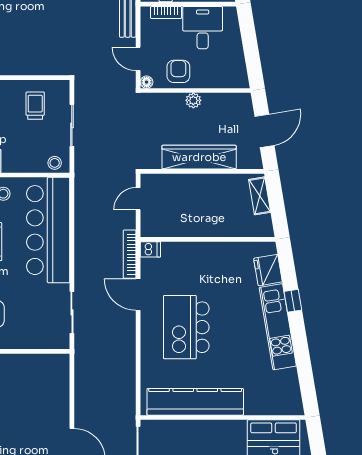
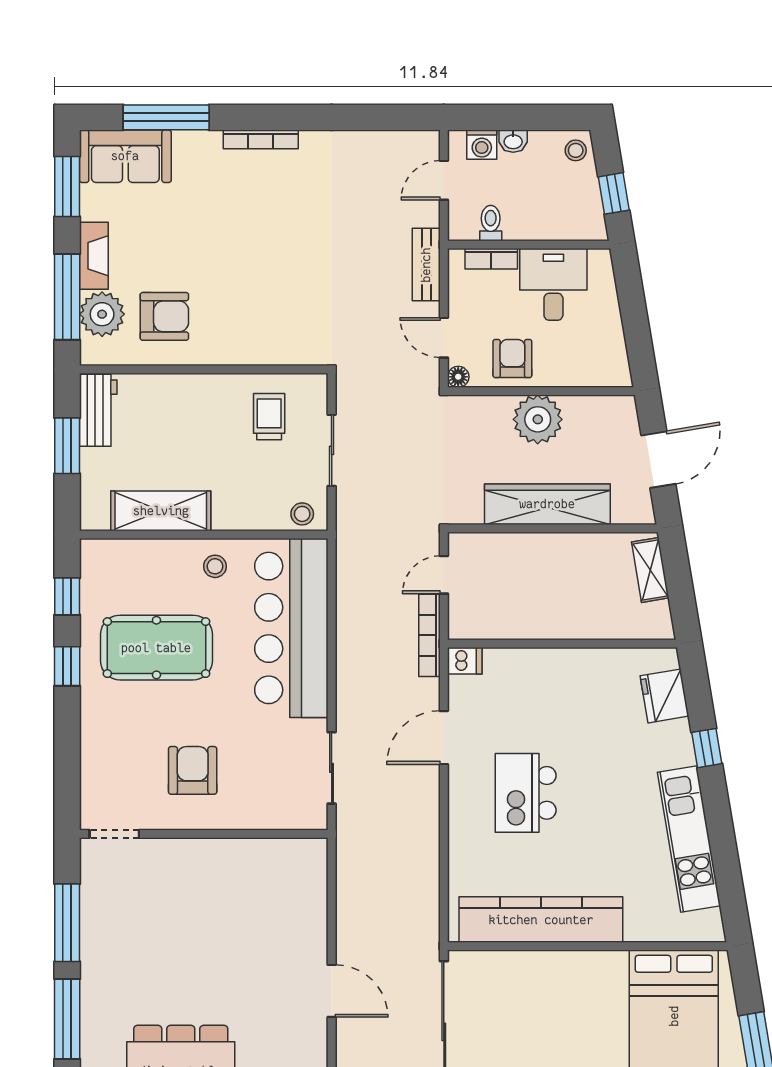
plant: (193, 100) -> (538, 419), width x1.88, depth x1.88
bookcase: (130, 254) -> (430, 635), moved
door: (138, 295) -> (444, 738), hinge flipped
kitchen island: (186, 327) -> (526, 793), width x0.73, depth x0.78
kitchen unit: (278, 327) -> (689, 839), moved

